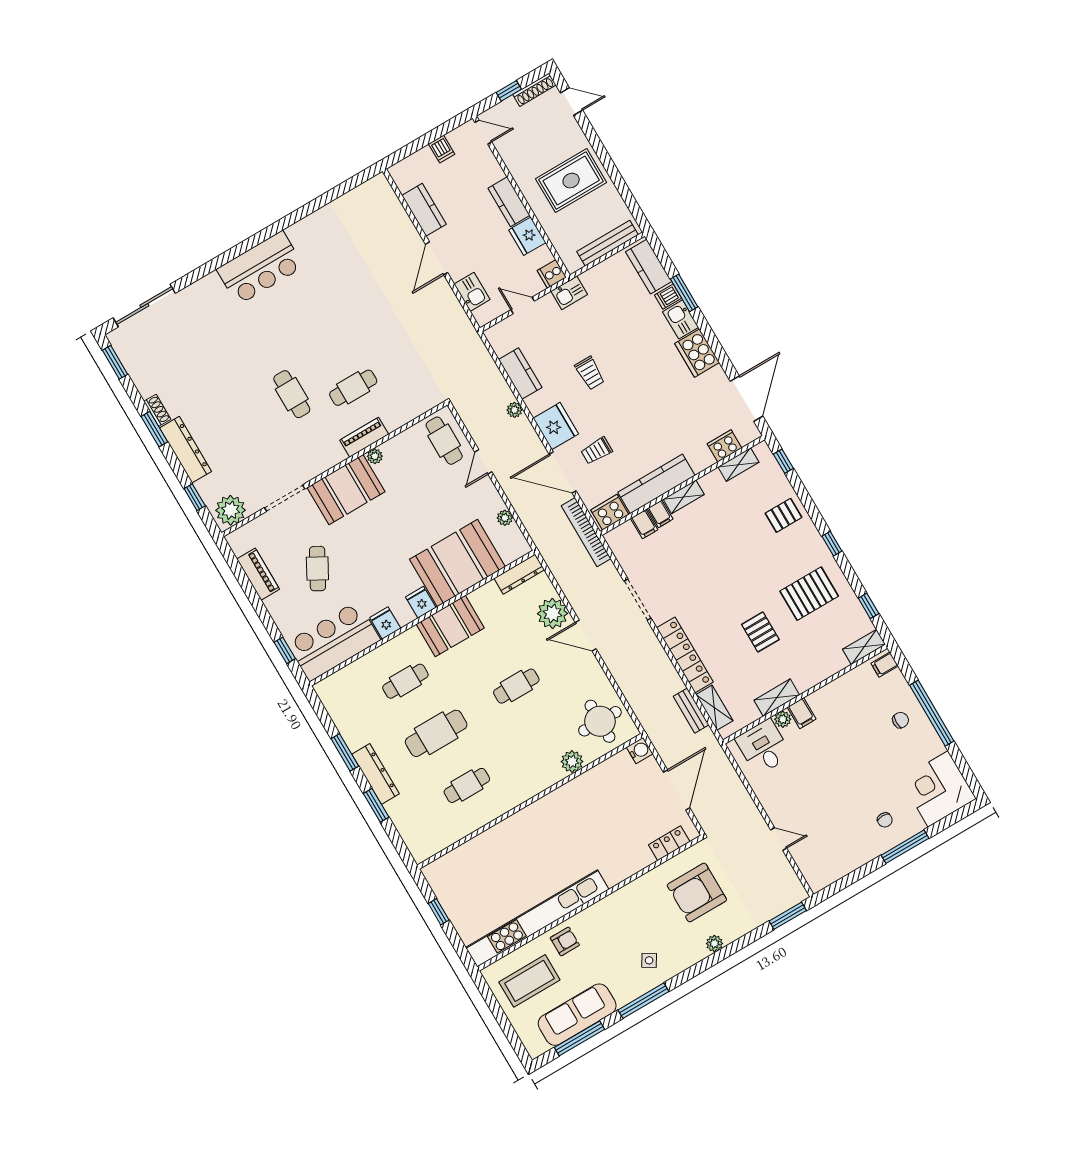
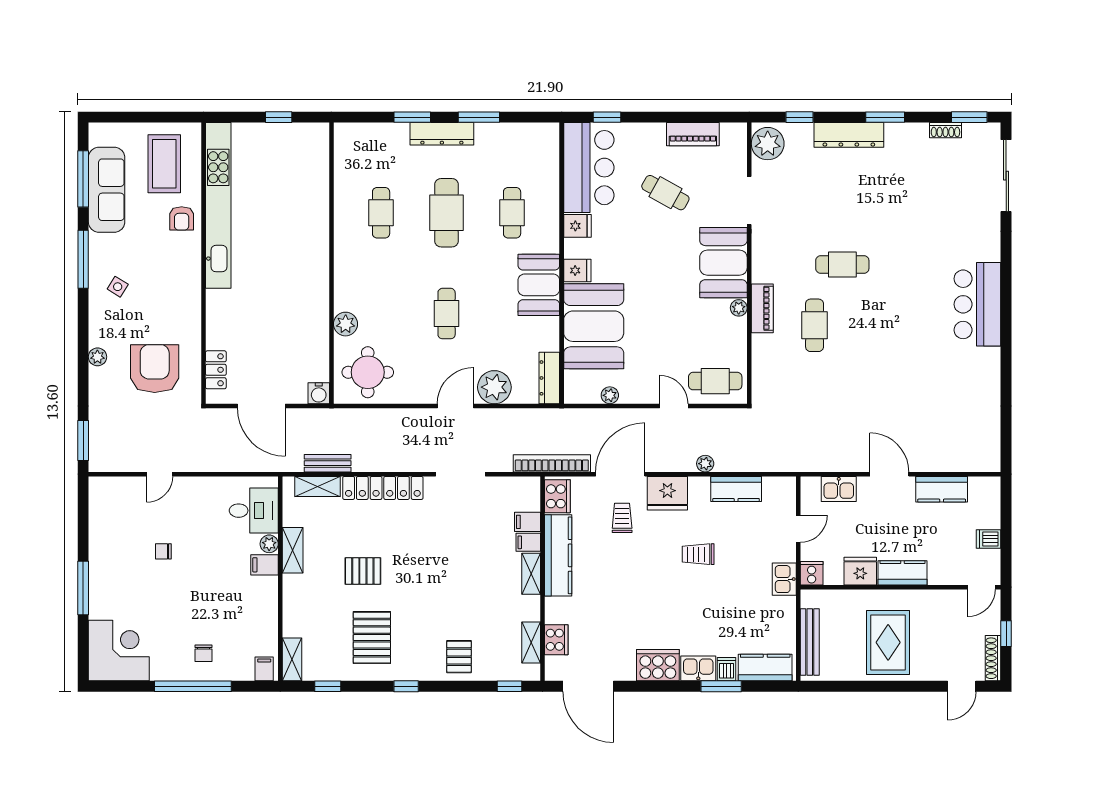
shoe rack: (157, 410) -> (945, 130), moved
chair: (885, 820) -> (163, 551), moved

